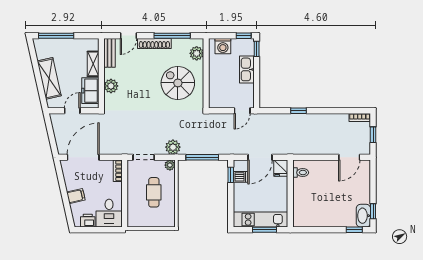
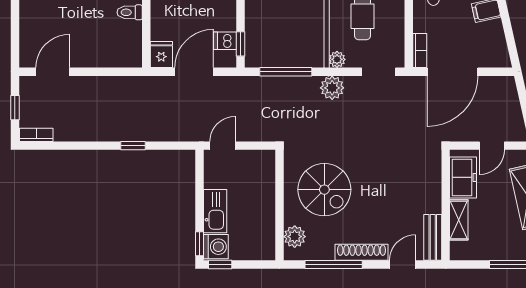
washing machine: (223, 46) -> (216, 247), moved, turned 90
plant: (111, 86) -> (430, 185), removed
door: (83, 157) -> (452, 72), moved
toilet: (301, 173) -> (130, 12), moved

